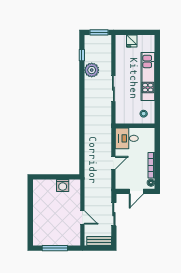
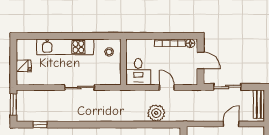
plant: (92, 70) -> (156, 113), moved

